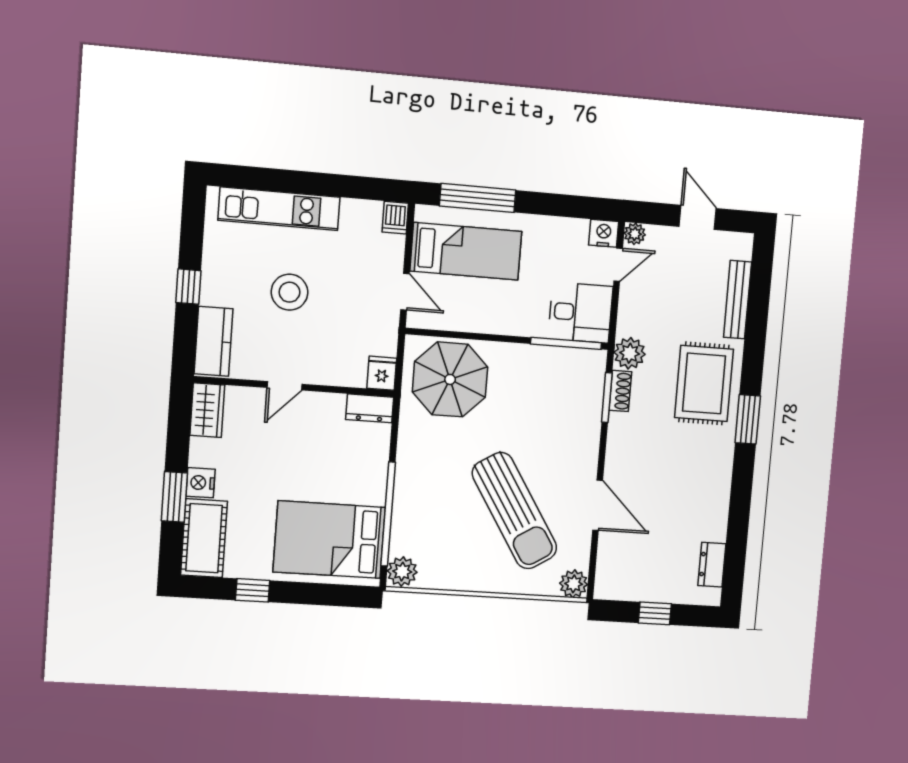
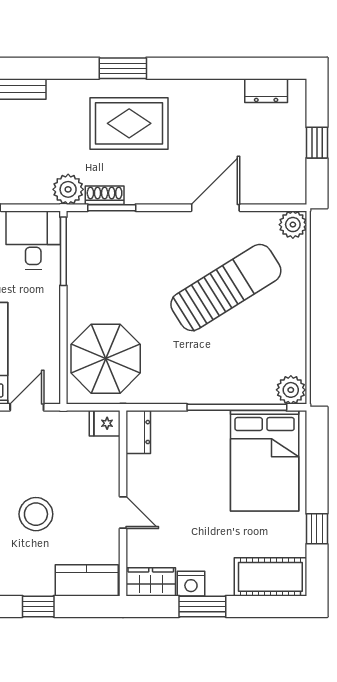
rug: (704, 383) -> (129, 123), moved
nightstand: (200, 483) -> (191, 584), moved
window: (174, 497) -> (202, 606), moved

